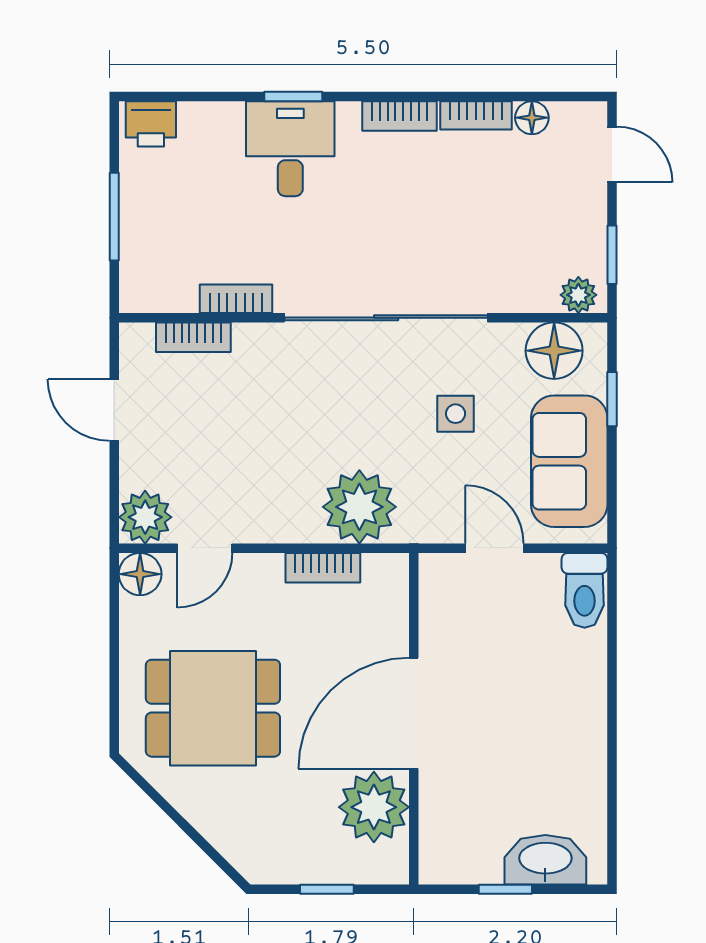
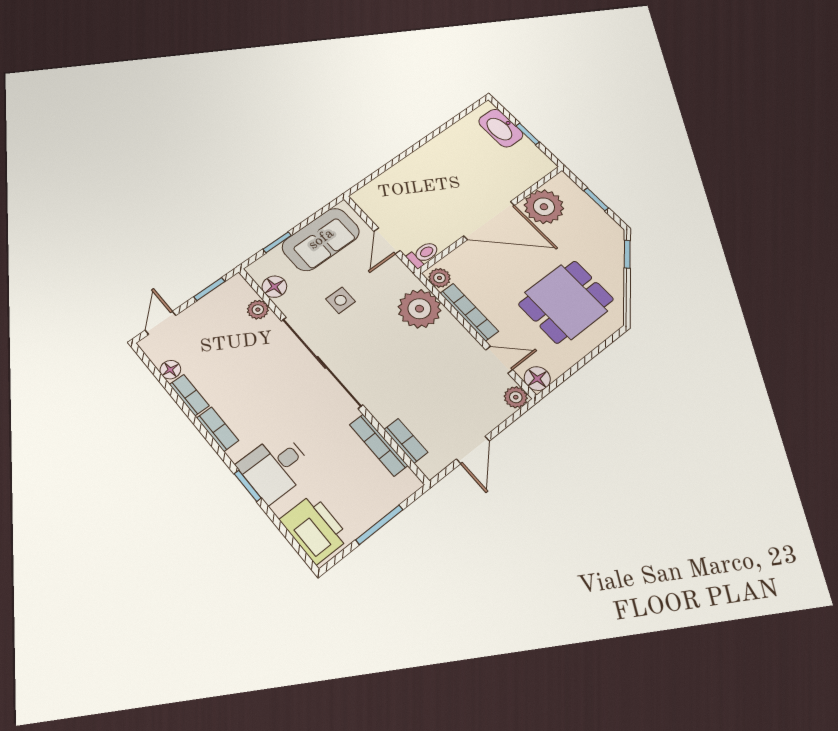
printer: (151, 124) -> (314, 529), width x1.87, depth x1.48
plant: (578, 295) -> (258, 310), moved
bookcase: (236, 299) -> (379, 445), width x1.56
floor lamp: (554, 351) -> (274, 287), width x0.73, depth x0.73
plant: (145, 517) -> (516, 397), width x0.73, depth x0.73
bookcase: (323, 568) -> (469, 312), width x1.56
plant: (383, 572) -> (440, 278), added
toilet: (585, 590) -> (423, 254), moved, width x0.73, depth x0.72
dining table: (213, 708) -> (566, 302), turned 90
window: (213, 854) -> (627, 254), added

